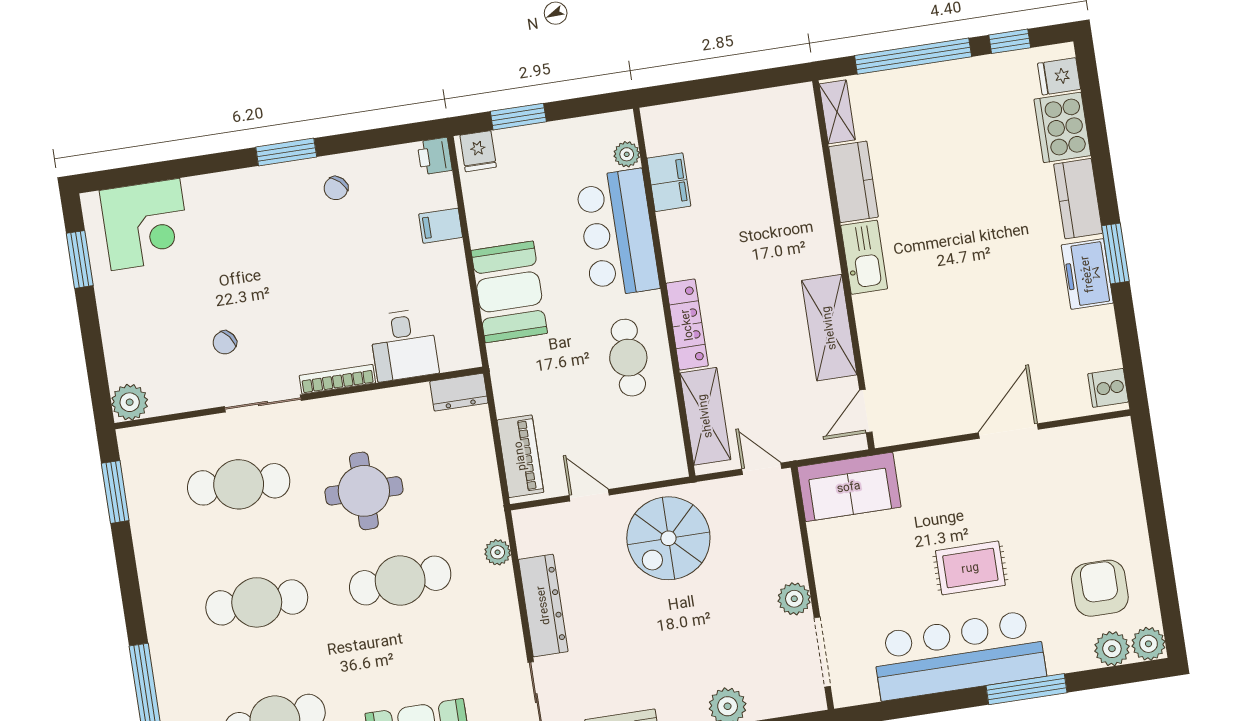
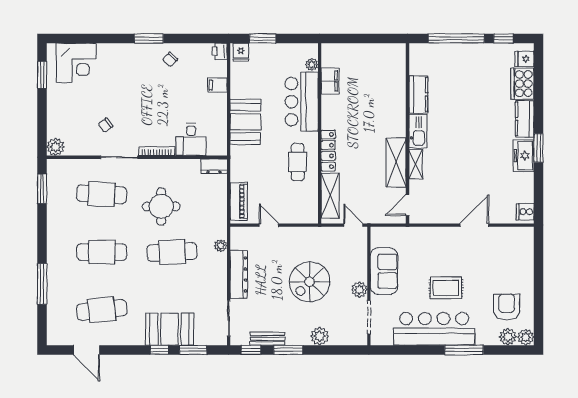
shelving: (837, 112) -> (416, 164), moved
sofa: (849, 487) -> (384, 271), moved, turned -90
spiral stairs: (668, 538) -> (310, 282), moved

